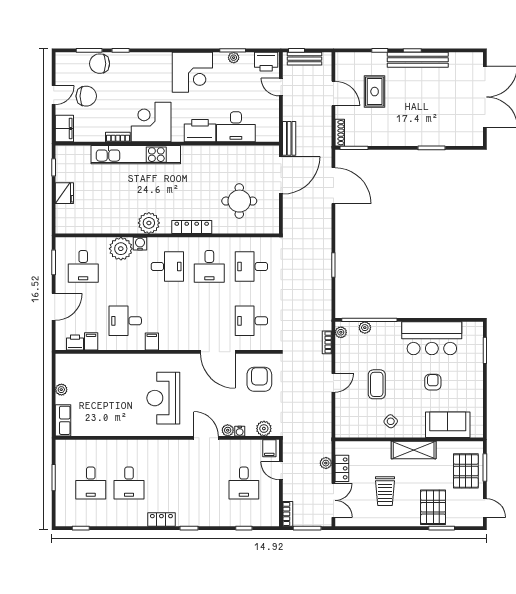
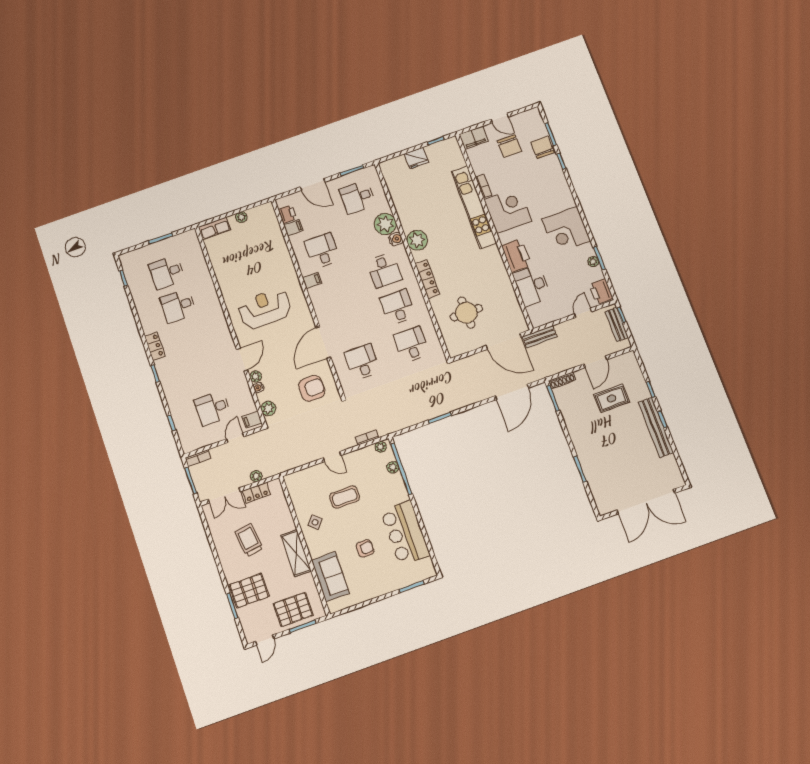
desk: (209, 266) -> (398, 307), turned 90
trolley: (385, 491) -> (249, 540), turned 82

